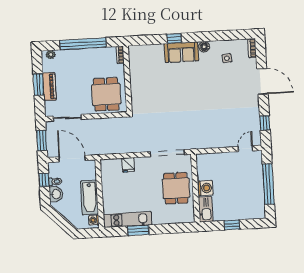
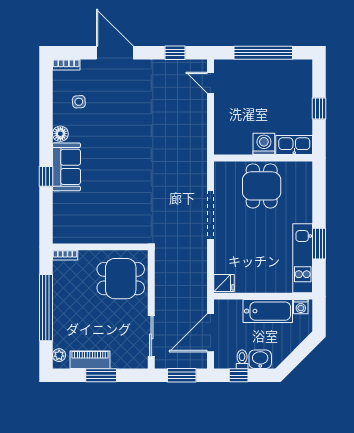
door: (262, 81) -> (115, 53), hinge flipped
piano: (49, 87) -> (90, 360), moved
doorway: (167, 153) -> (210, 215), moved
fridge: (128, 165) -> (224, 283), moved
dining table: (176, 188) -> (262, 186), turned 90

